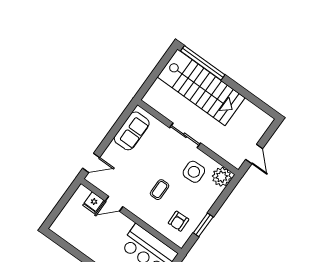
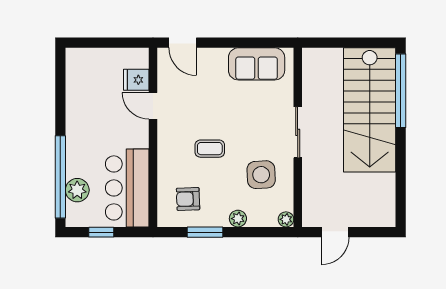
plant: (222, 177) -> (286, 219), width x0.53, depth x0.53
plant: (209, 202) -> (238, 219), added

